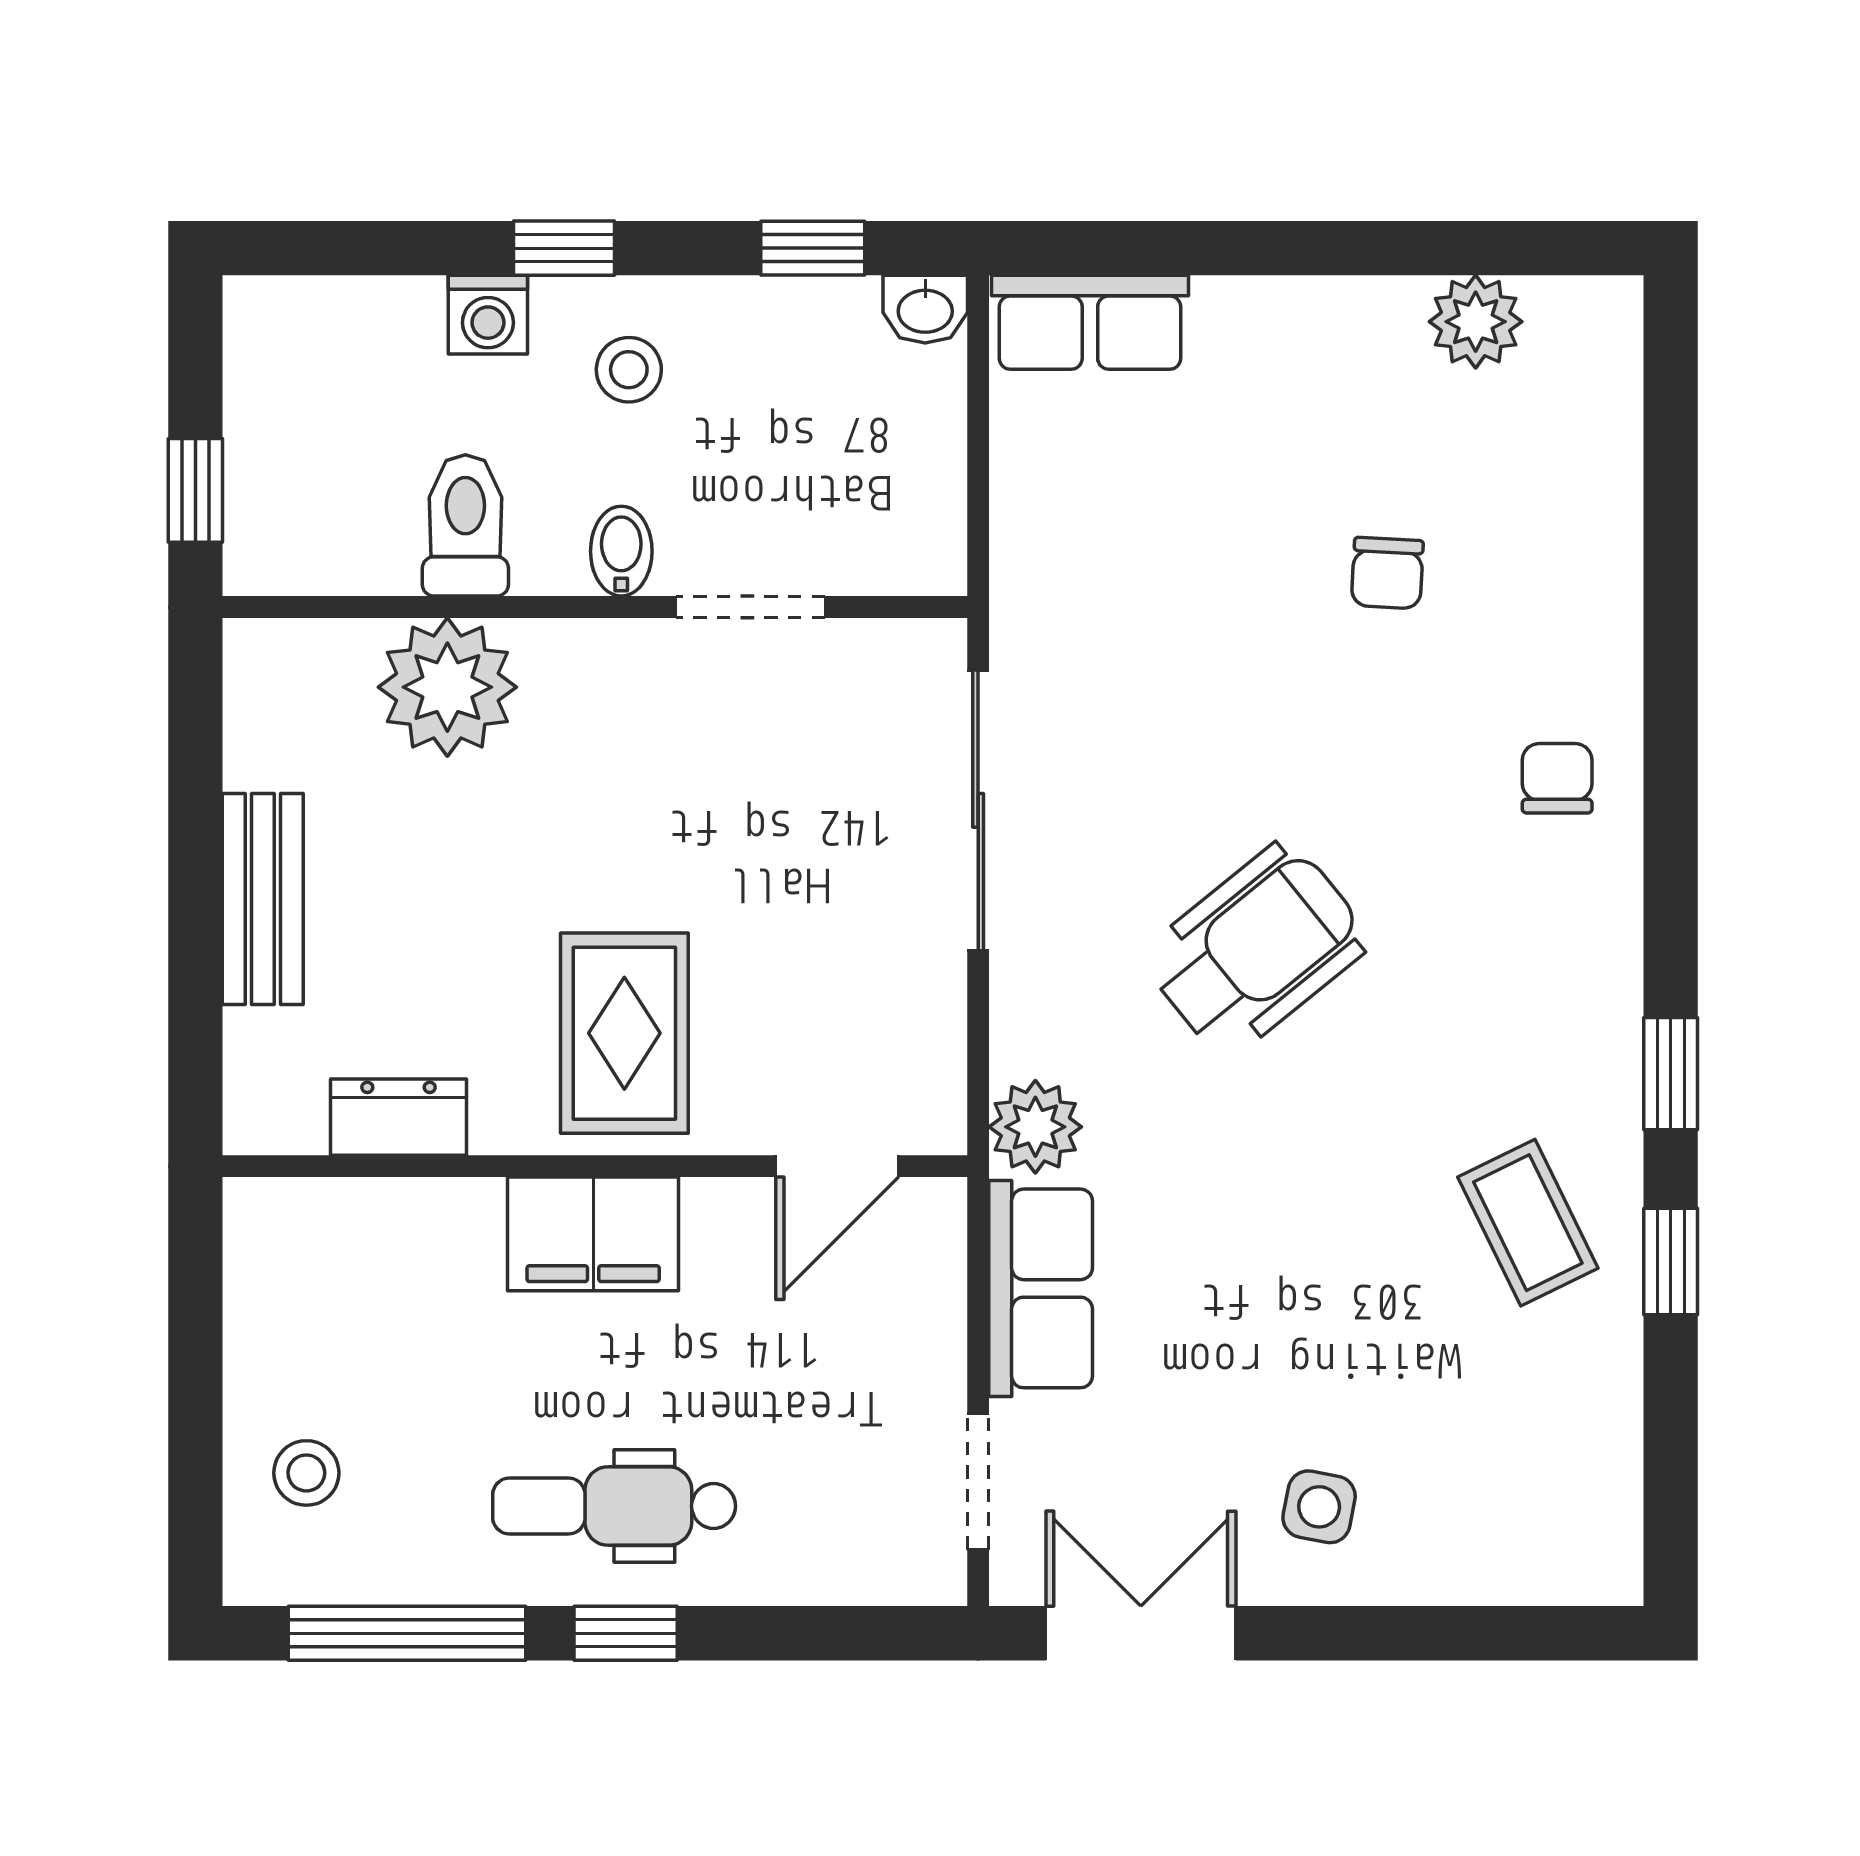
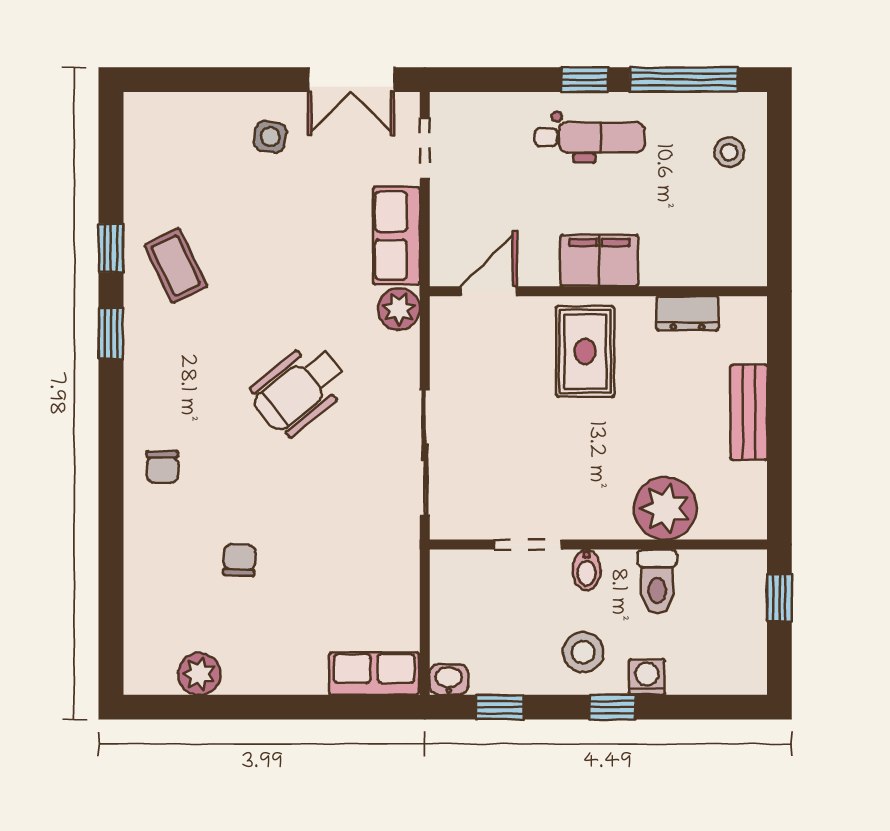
stool: (629, 370) -> (583, 652), width x1.37, depth x1.37

